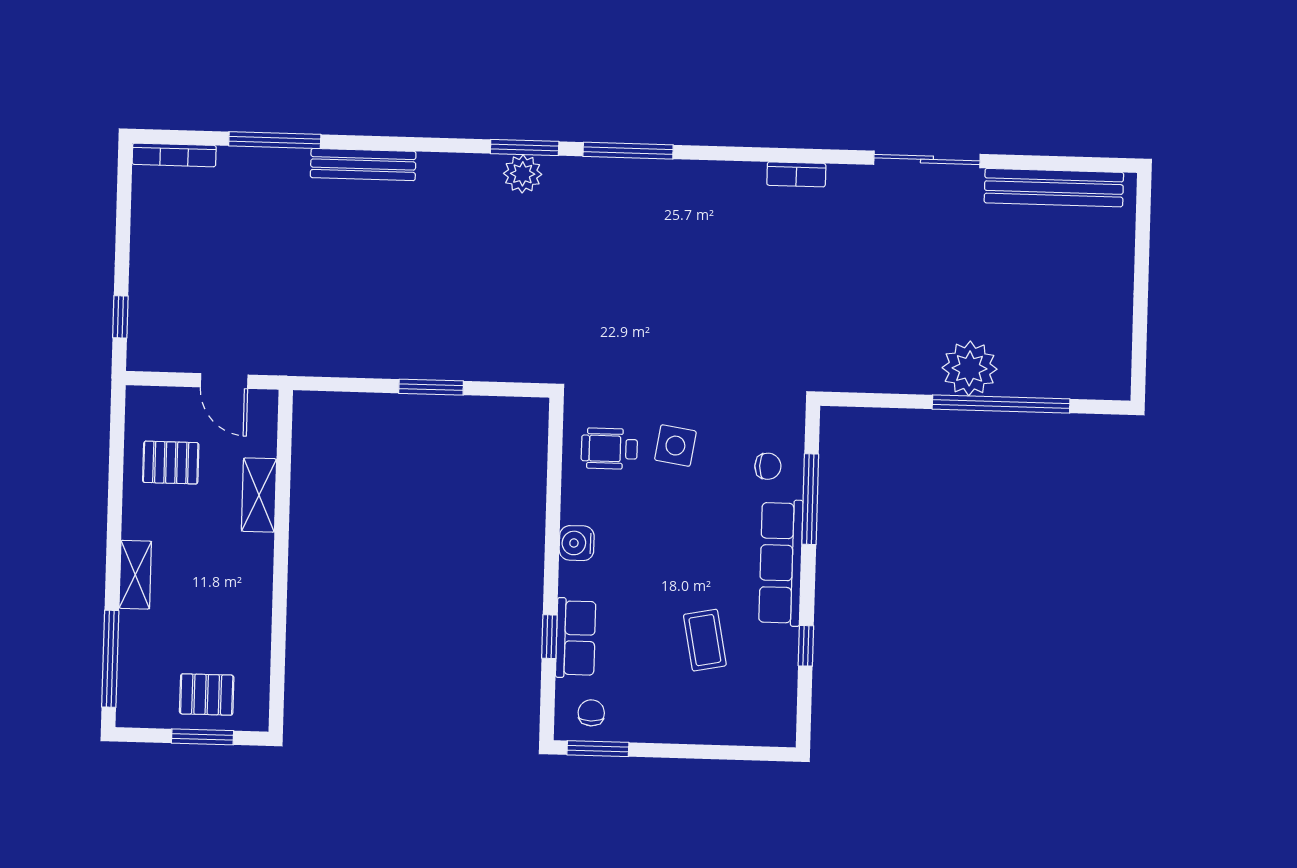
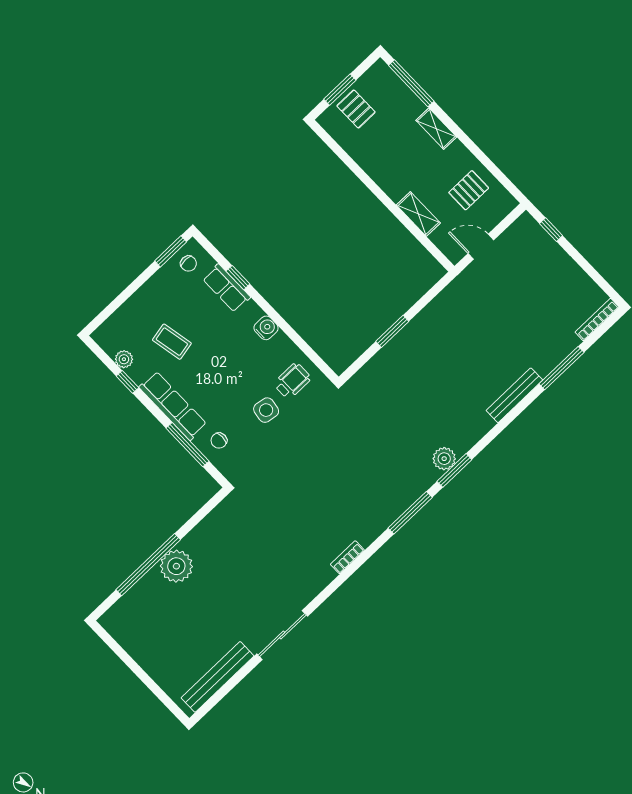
bookcase: (796, 174) -> (347, 557), moved
plant: (783, 677) -> (124, 359), added
pallet: (207, 694) -> (356, 109), turned 90

